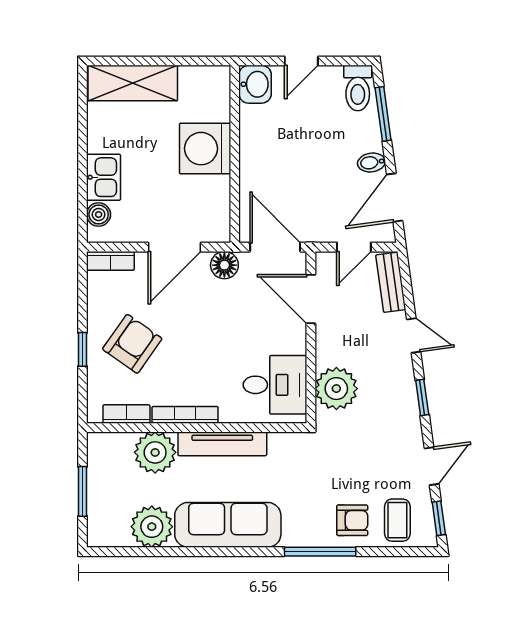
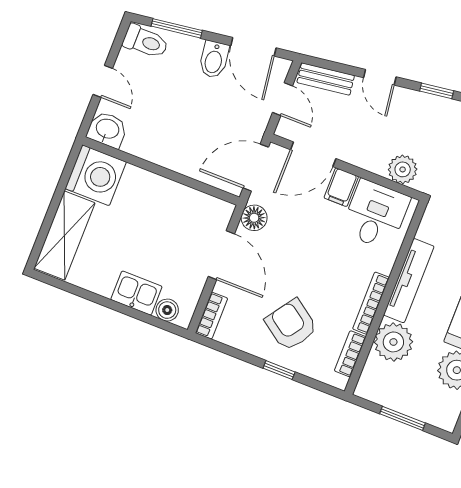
washing machine: (205, 149) -> (96, 175), moved, turned -90
bidet: (371, 162) -> (214, 60), width x1.38, depth x1.36
door: (414, 335) -> (380, 77), swing flipped
filing cabinet: (289, 340) -> (341, 187), added
plant: (336, 389) -> (403, 169), width x0.73, depth x0.73

